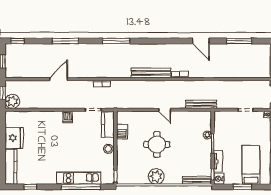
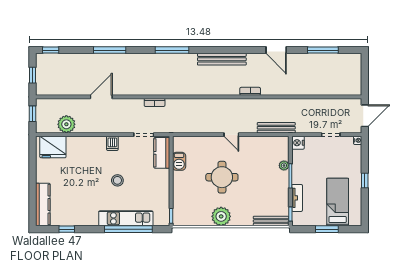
bench: (151, 73) -> (222, 59), moved
plant: (12, 101) -> (66, 124), moved
fridge: (14, 138) -> (53, 147), moved, turned 90
stool: (108, 149) -> (117, 180), moved
nightstand: (219, 179) -> (298, 143), moved

